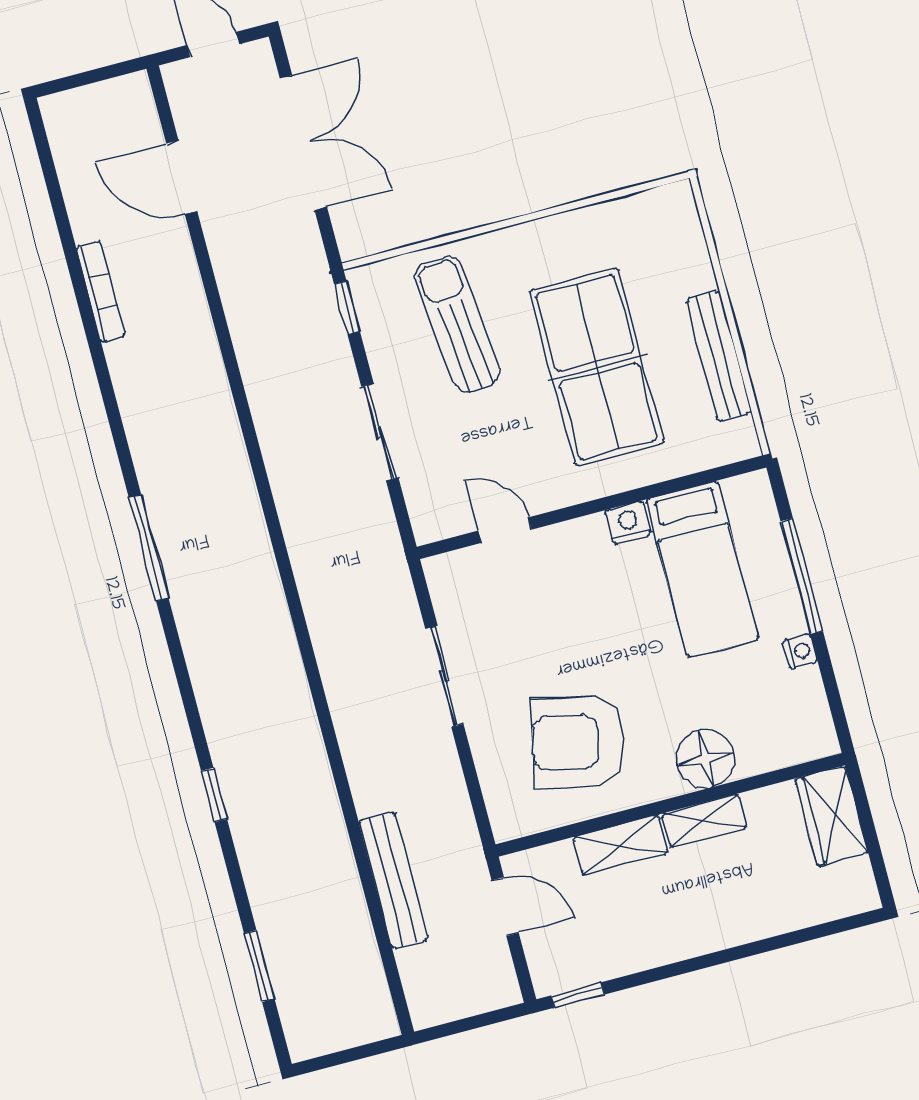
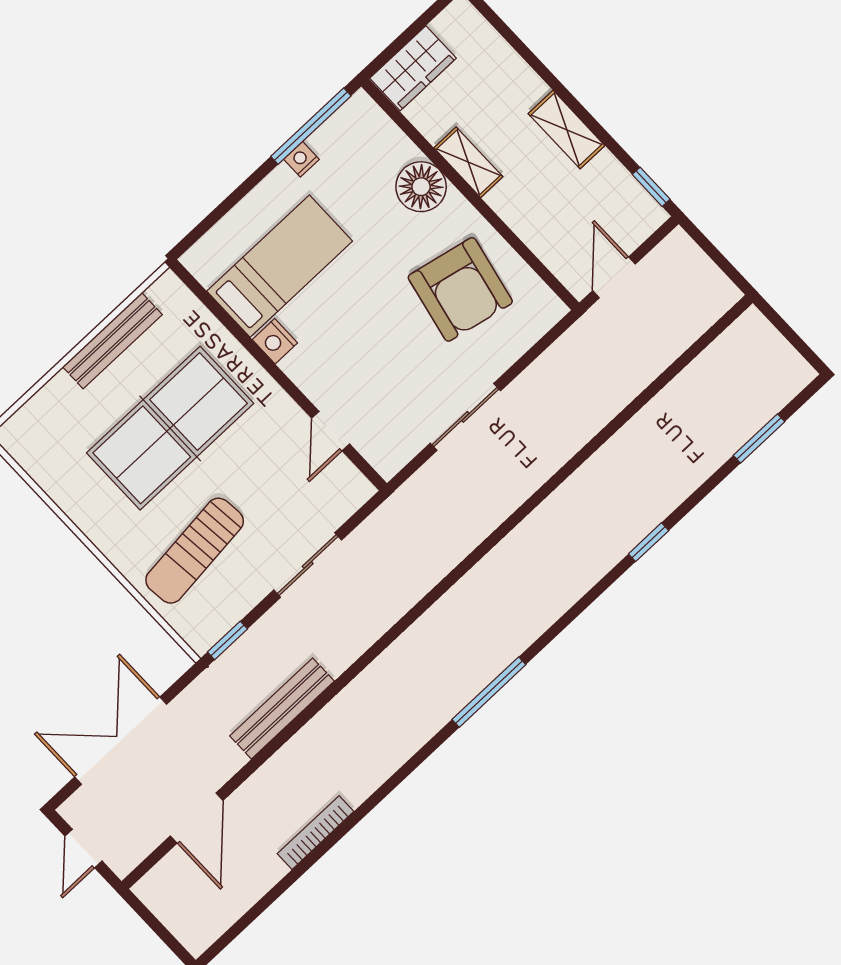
window: (802, 576) -> (311, 126), moved
shelving: (620, 845) -> (567, 130), moved
bench: (393, 880) -> (282, 708), moved

